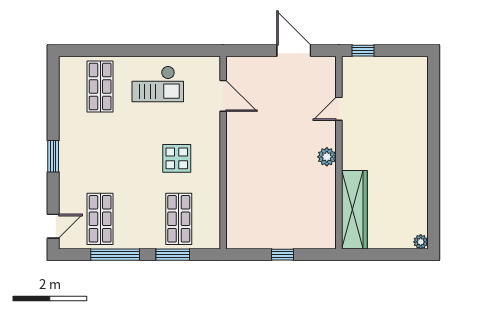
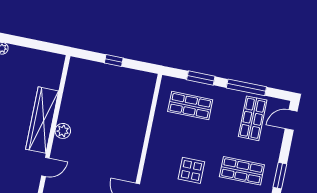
shop shelf: (100, 153) -> (242, 171), added
display table: (177, 158) -> (191, 170), moved
wardrobe: (354, 210) -> (42, 120), moved
shop shelf: (179, 219) -> (190, 106), turned 90

